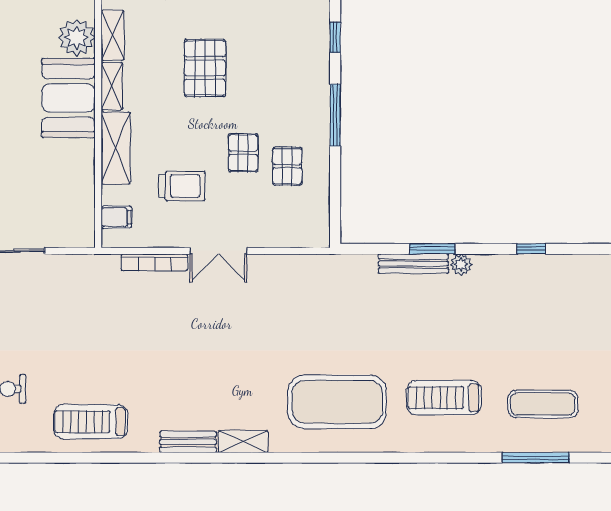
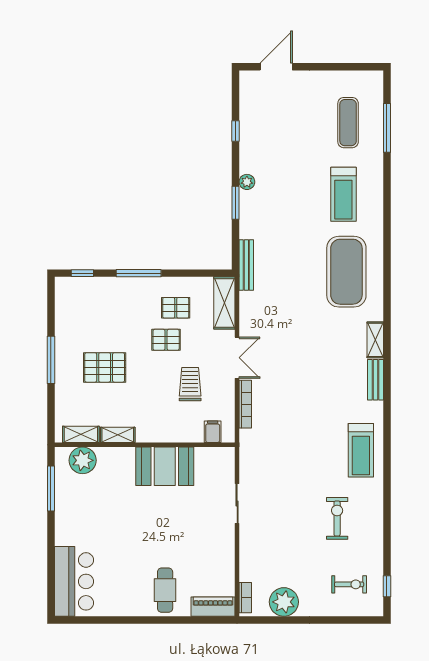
booth: (69, 98) -> (165, 466), moved
shelving: (116, 148) -> (224, 303), moved, turned 90
bench: (413, 264) -> (246, 265), moved

